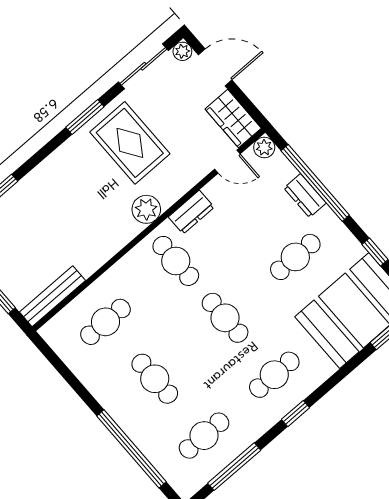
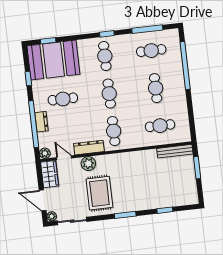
window: (85, 117) -> (125, 215), moved
plant: (146, 209) -> (88, 164), moved
dresser: (191, 212) -> (89, 148), width x1.44
cafe table: (274, 375) -> (105, 56), turned 90

